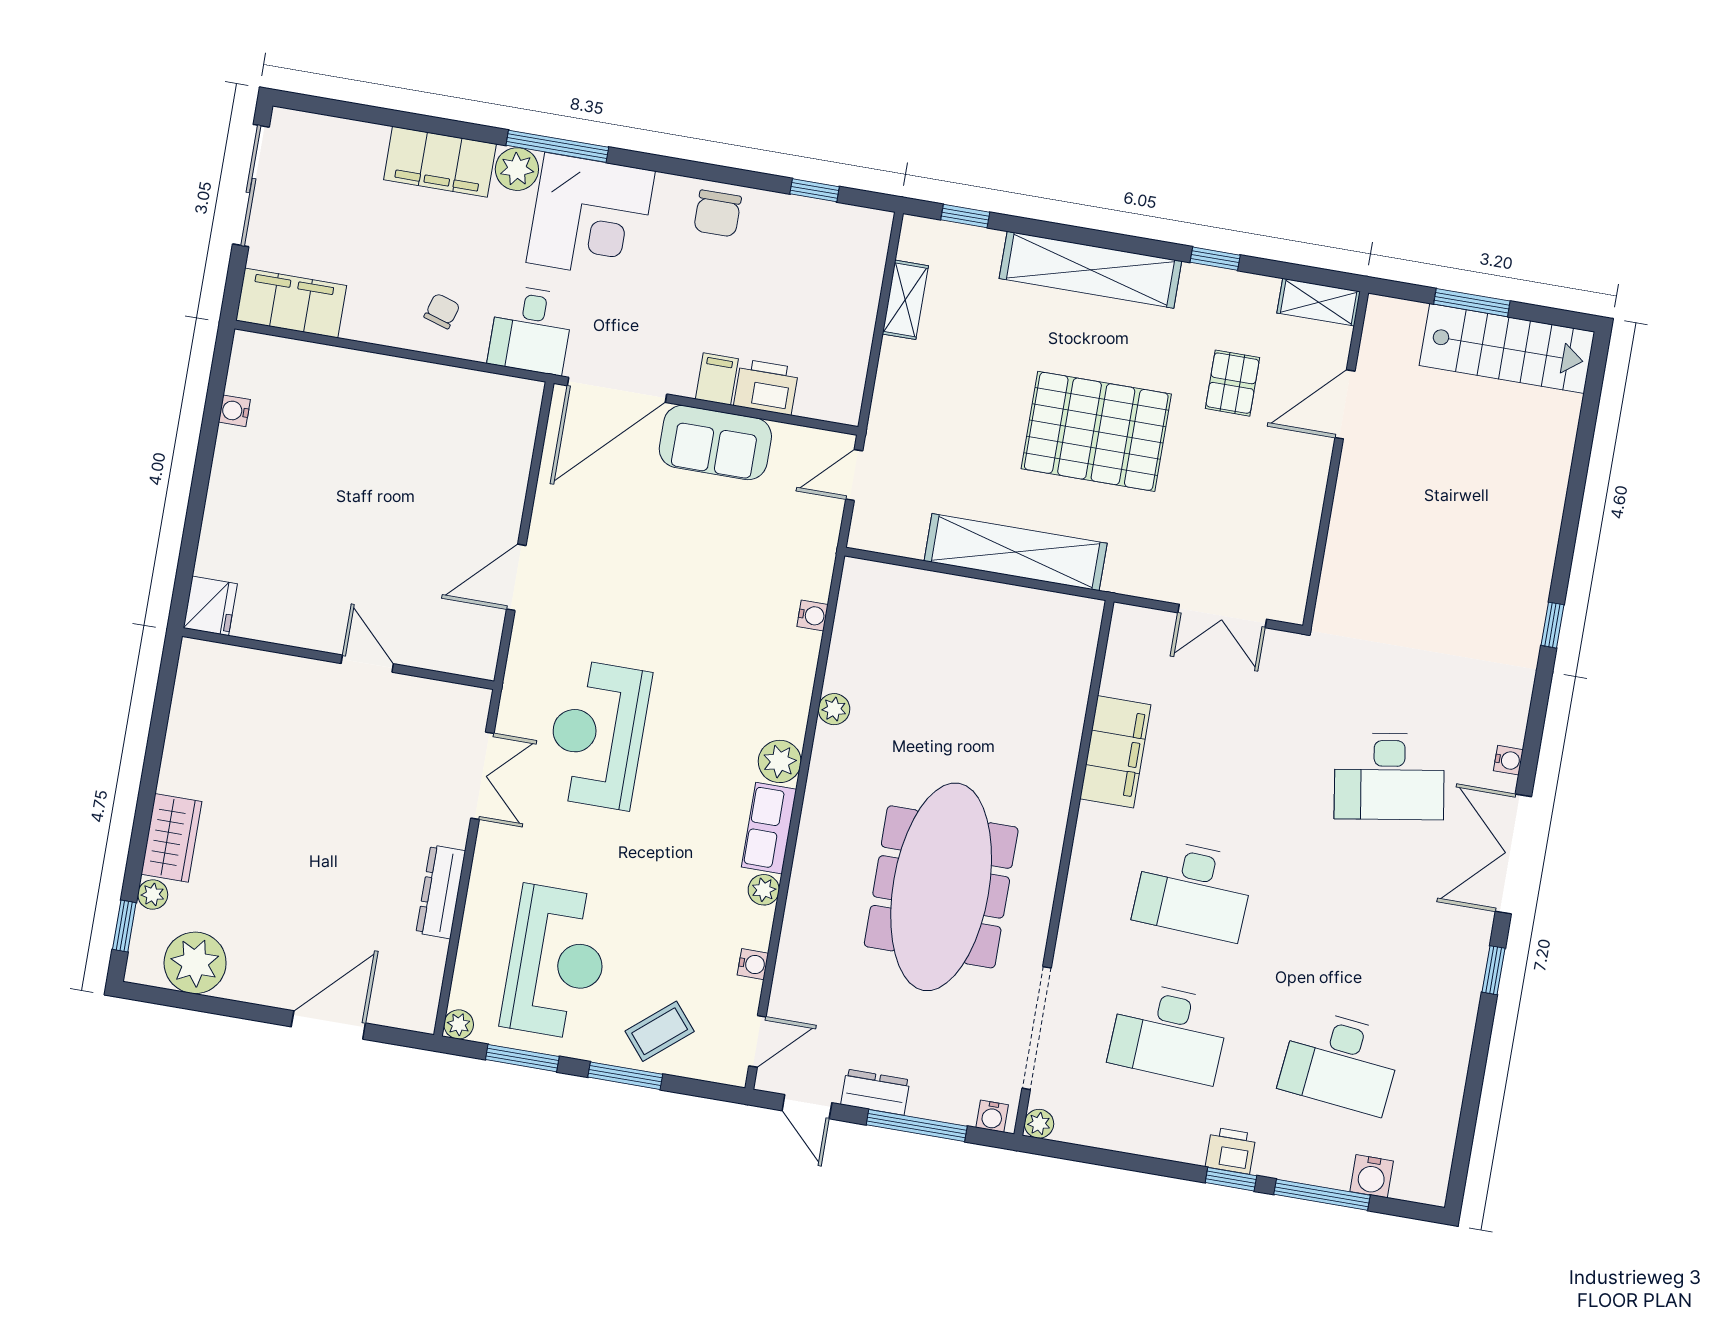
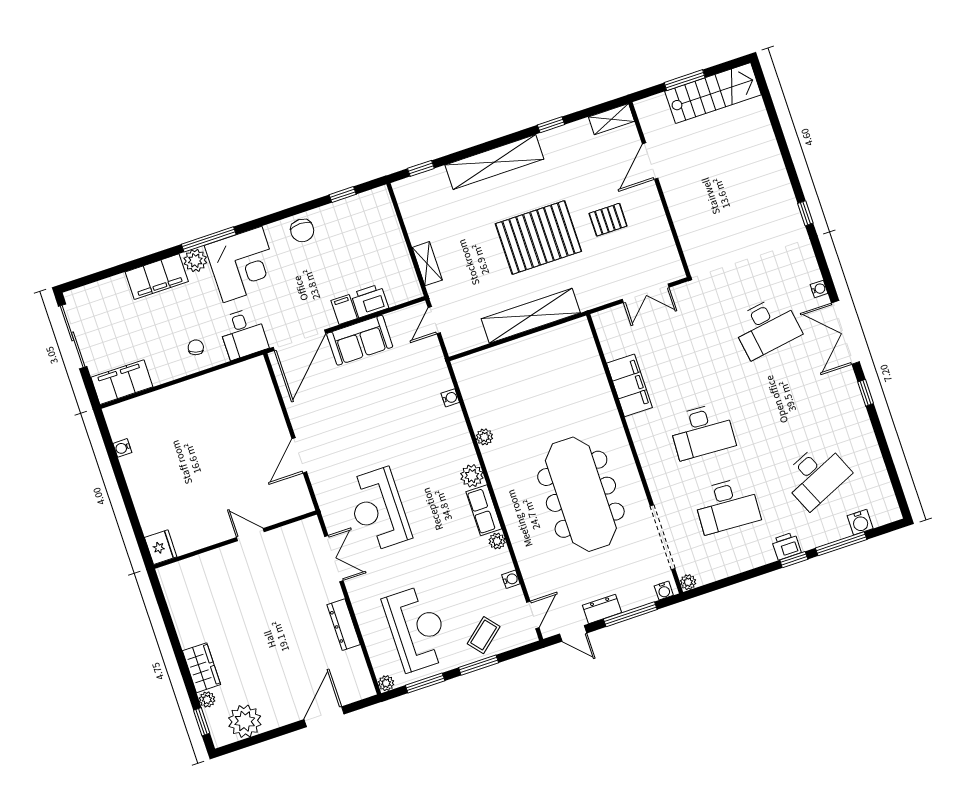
shelving: (905, 300) -> (427, 264), moved
pallet: (1232, 383) -> (608, 220), moved, turned 90
desk: (1341, 1062) -> (816, 476), turned -30

